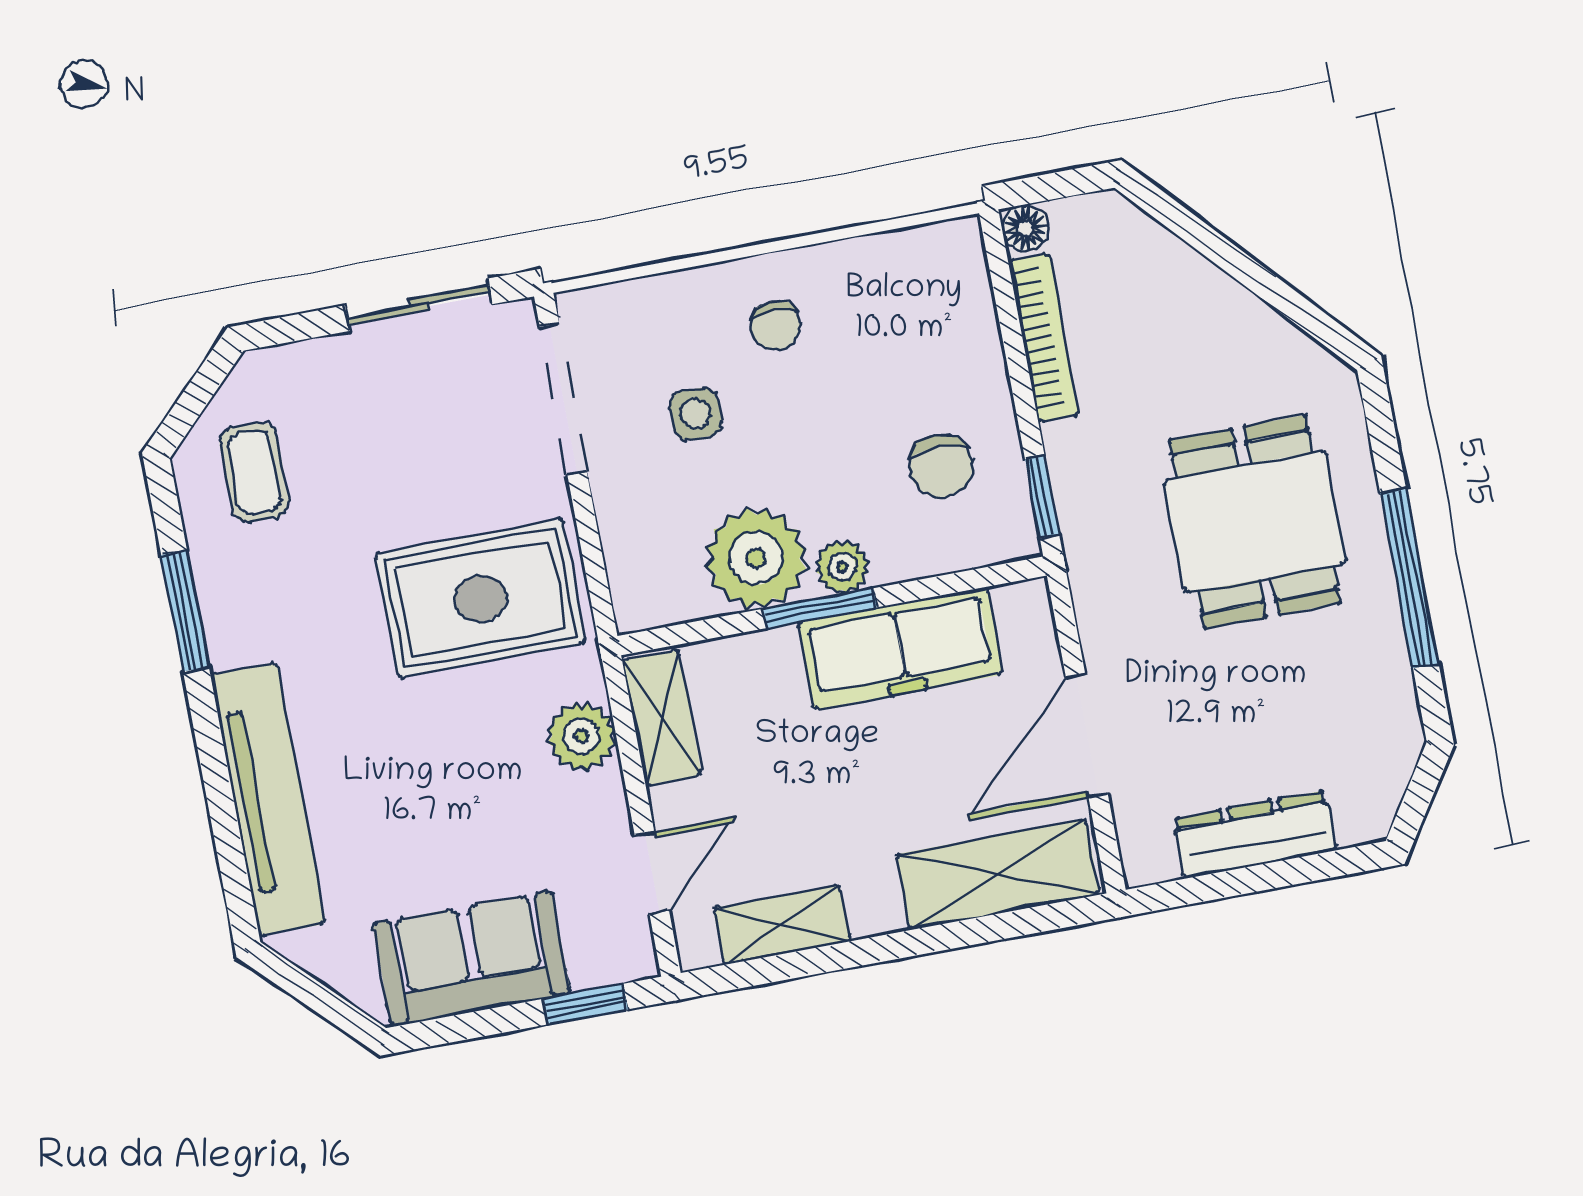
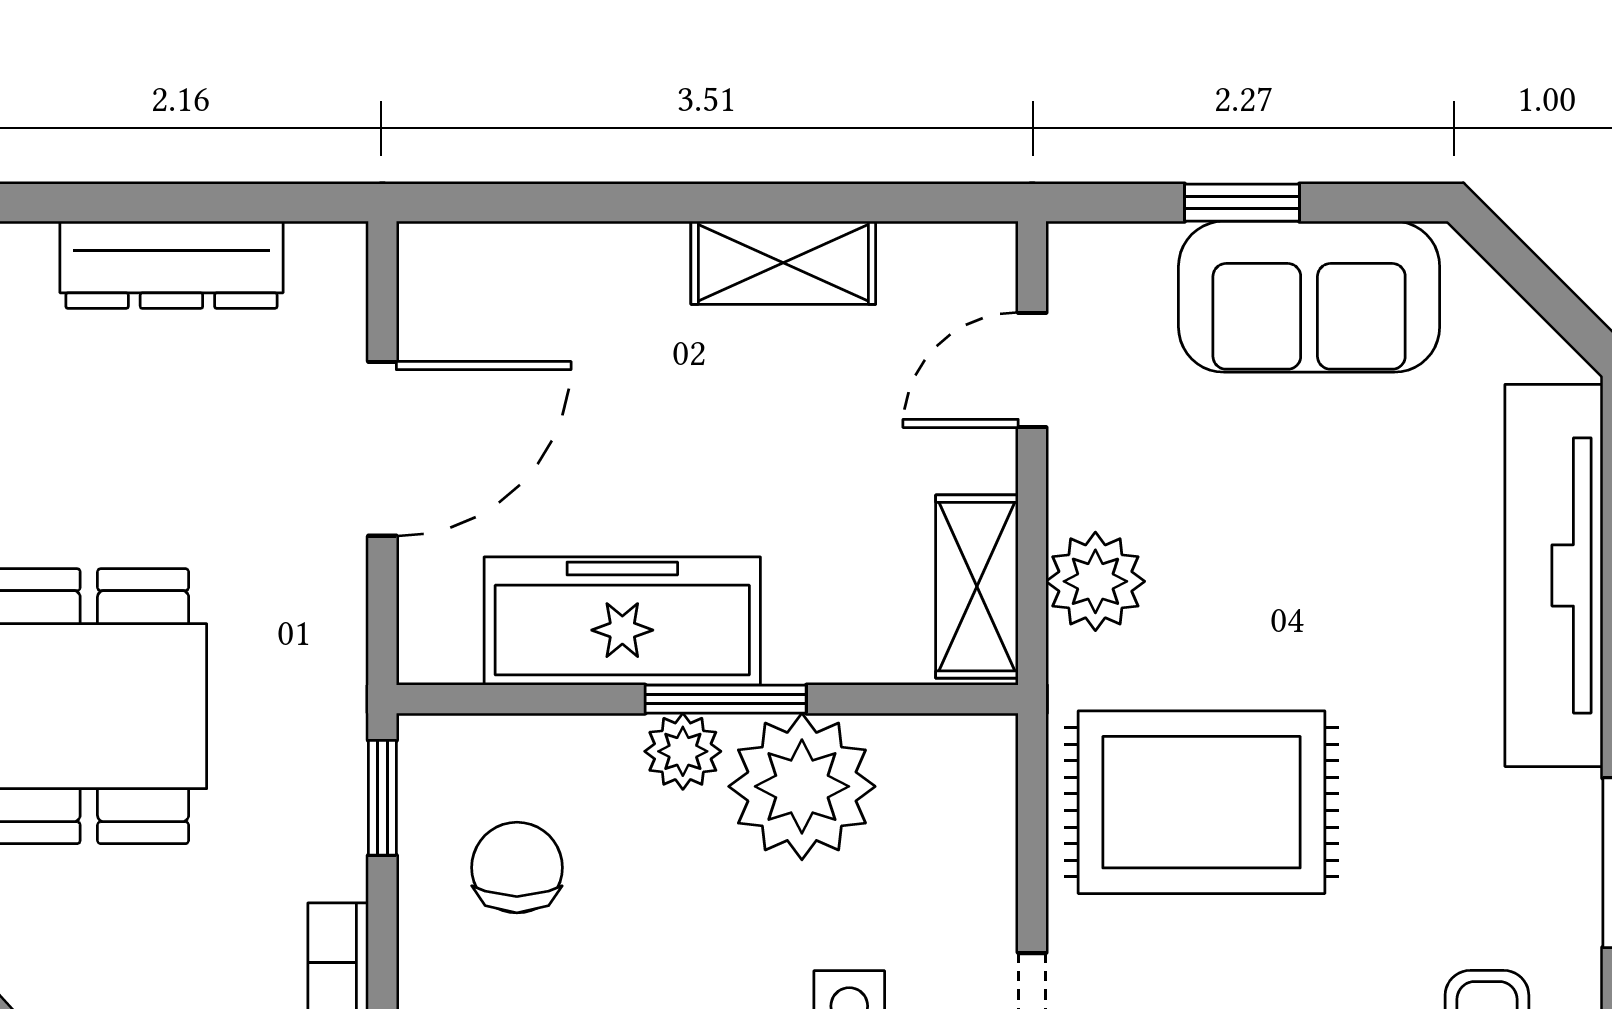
shelving: (998, 874) -> (545, 277), removed
shelving: (782, 925) -> (783, 263), moved
window: (586, 1004) -> (1242, 203), moved

